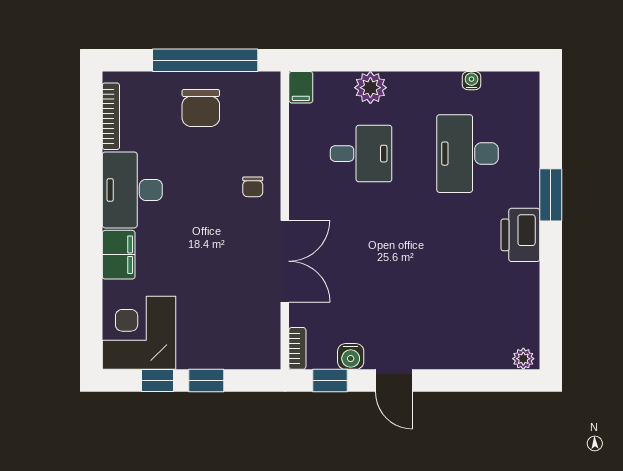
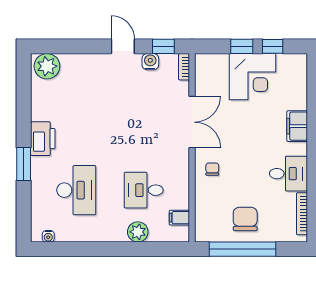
water cooler: (472, 81) -> (48, 236), moved
filing cabinet: (301, 87) -> (179, 218), moved, turned -90
desk: (132, 190) -> (289, 174), width x0.73
double door: (285, 261) -> (192, 122), swing flipped
corner desk: (139, 333) -> (253, 77), moved
plant: (523, 359) -> (47, 66), width x1.88, depth x1.88

